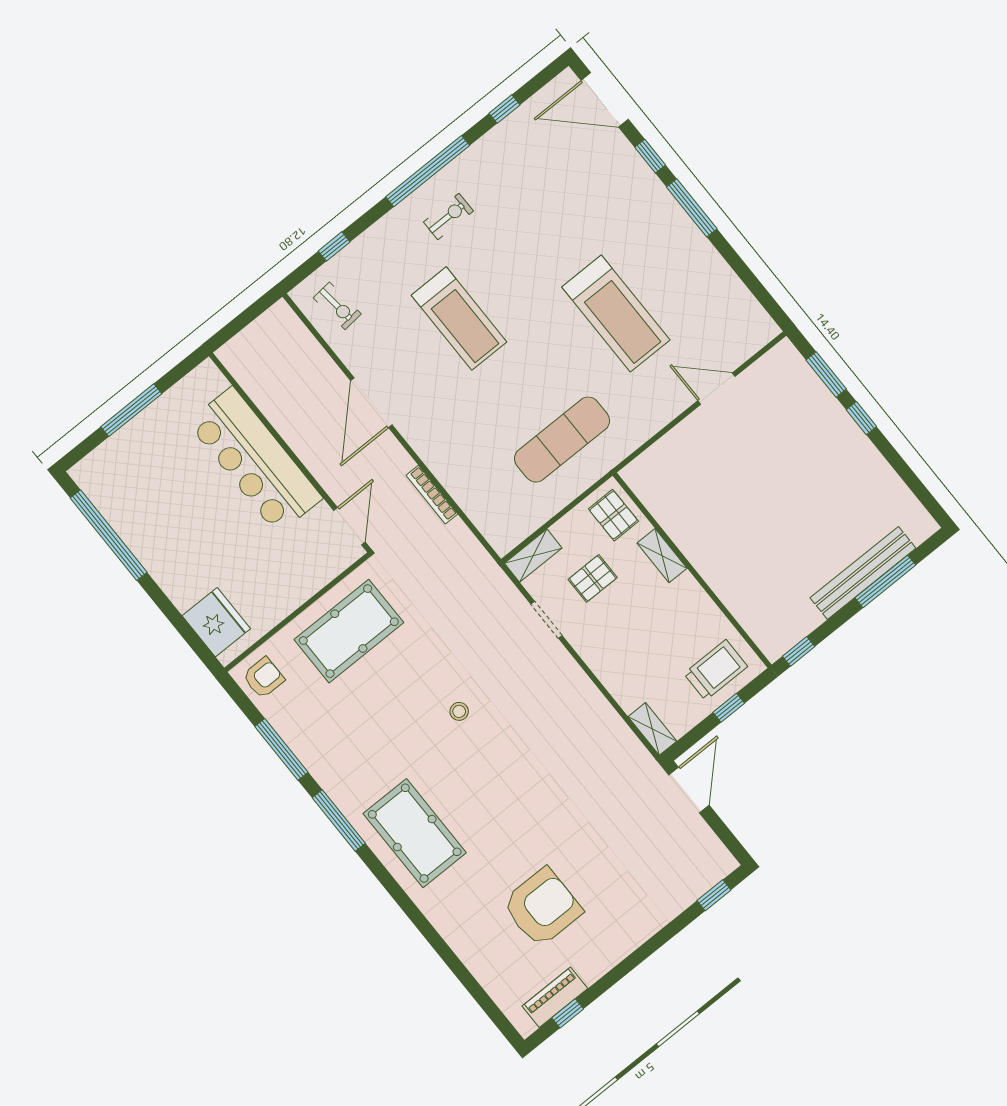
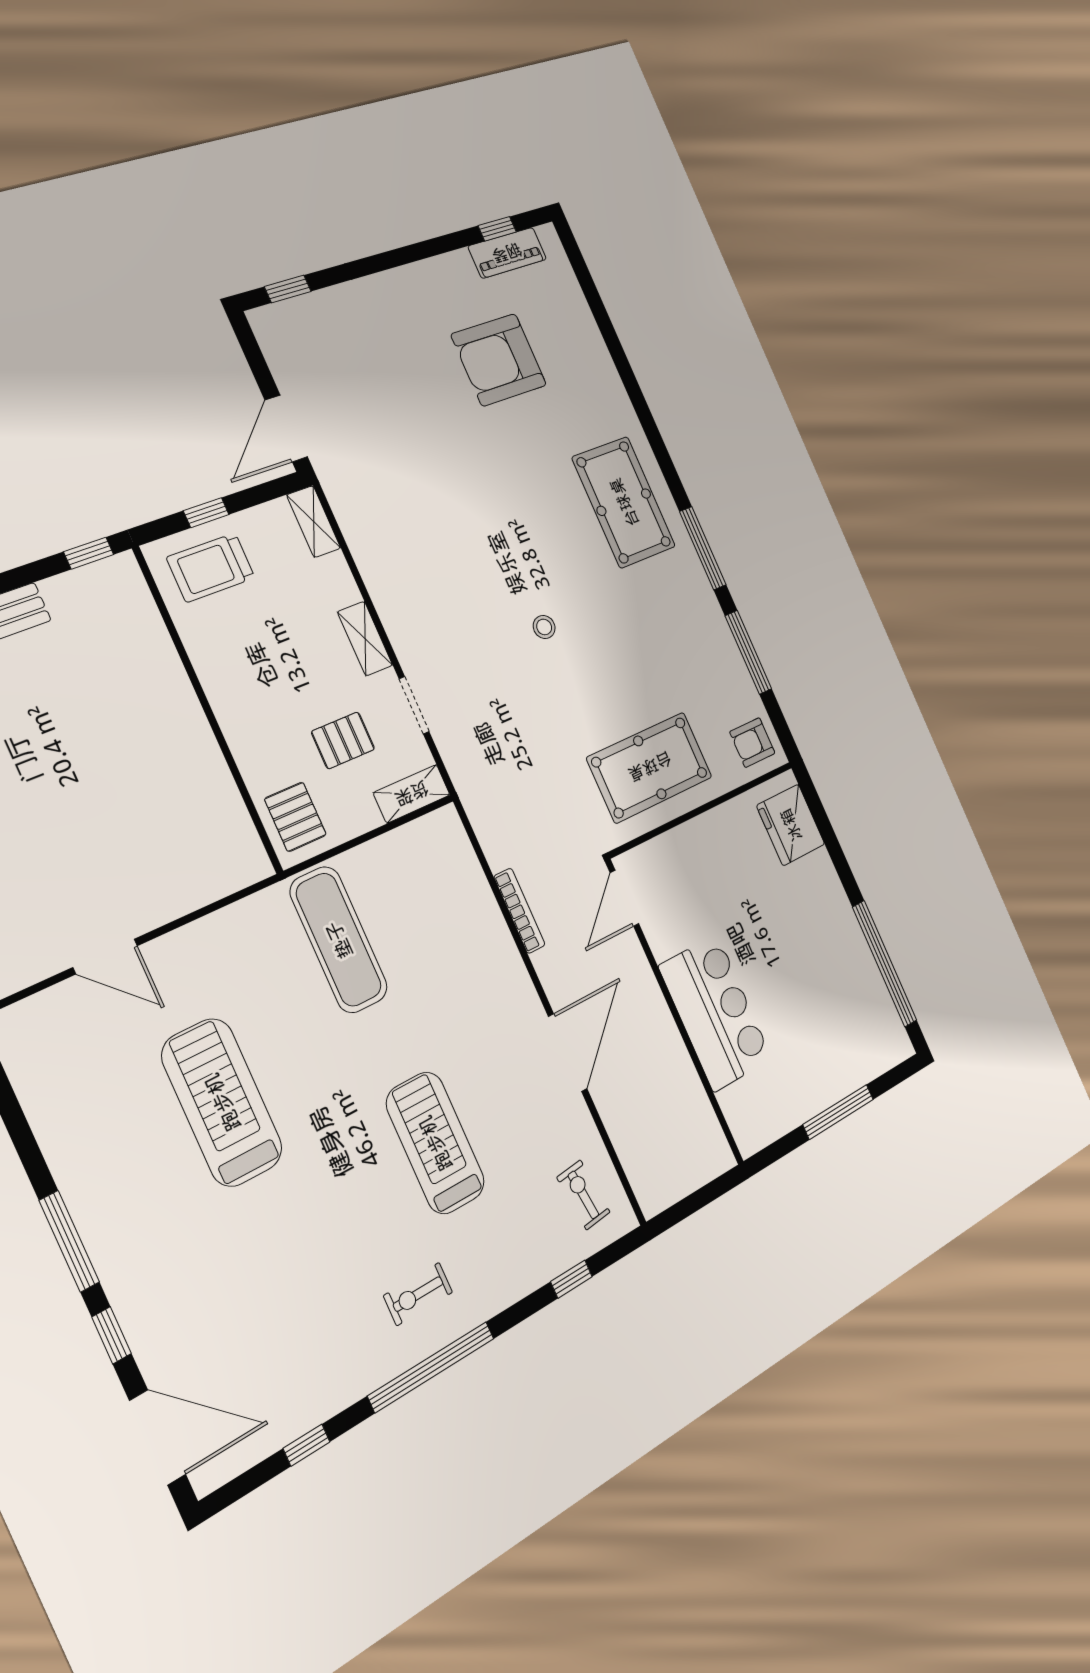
exercise mat: (562, 440) -> (339, 940), turned 90
bar counter: (255, 460) -> (715, 1013), width x0.73
shelving: (662, 556) -> (365, 639), moved

